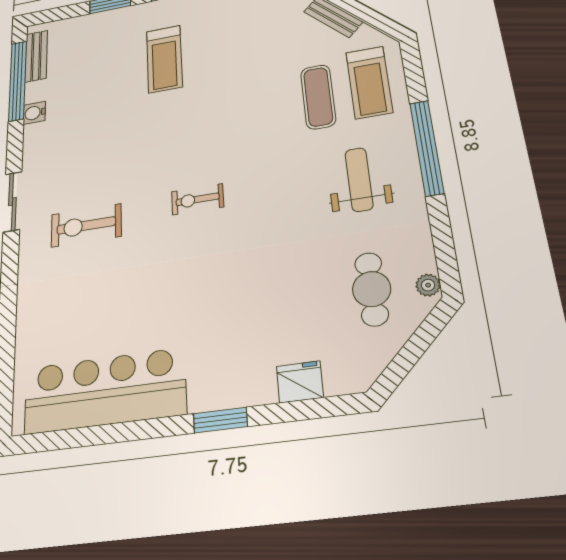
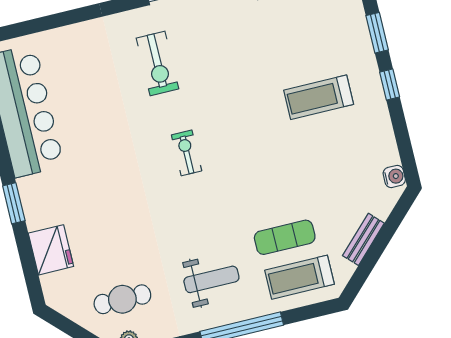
exercise bike: (86, 225) -> (157, 63), turned 180
fridge: (300, 382) -> (51, 250), width x1.36, depth x1.34

